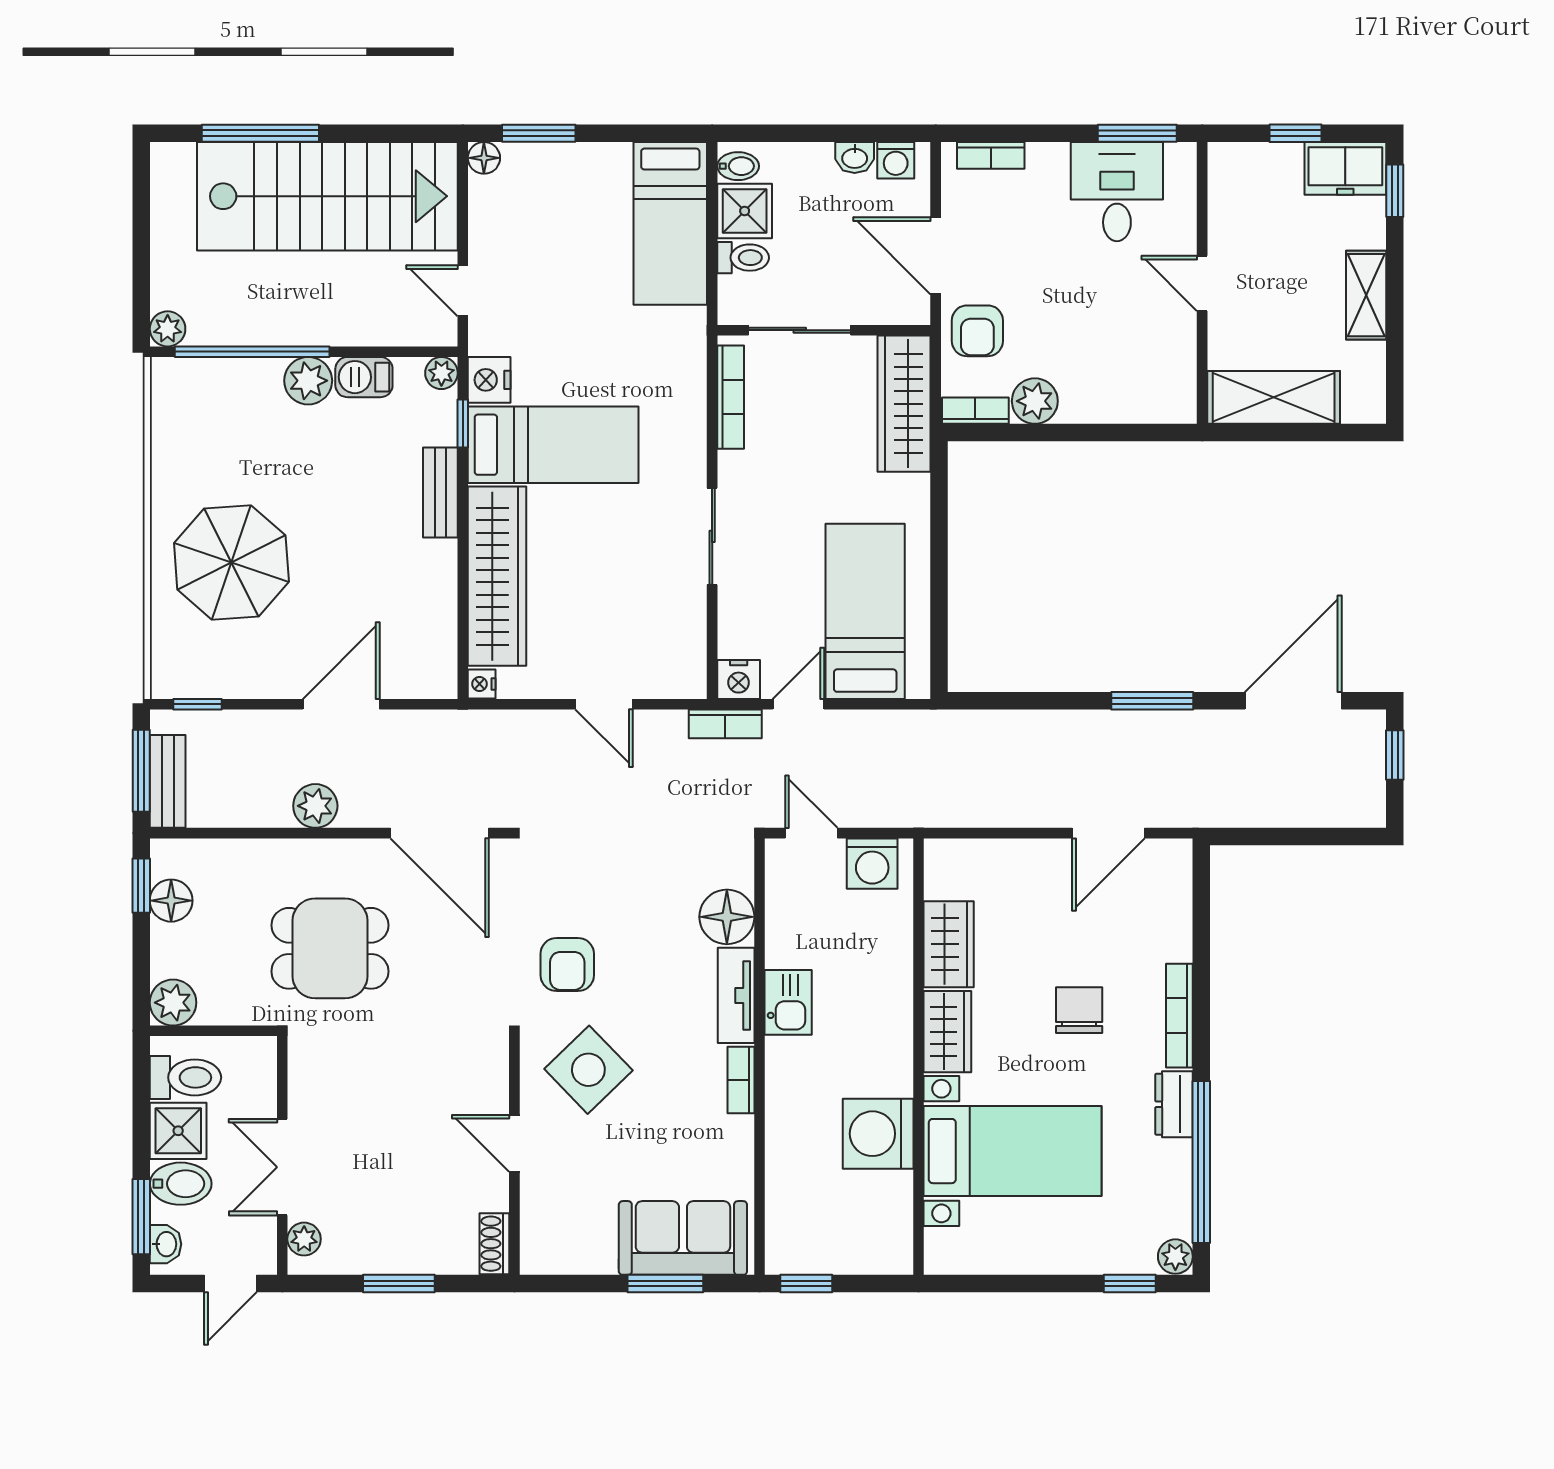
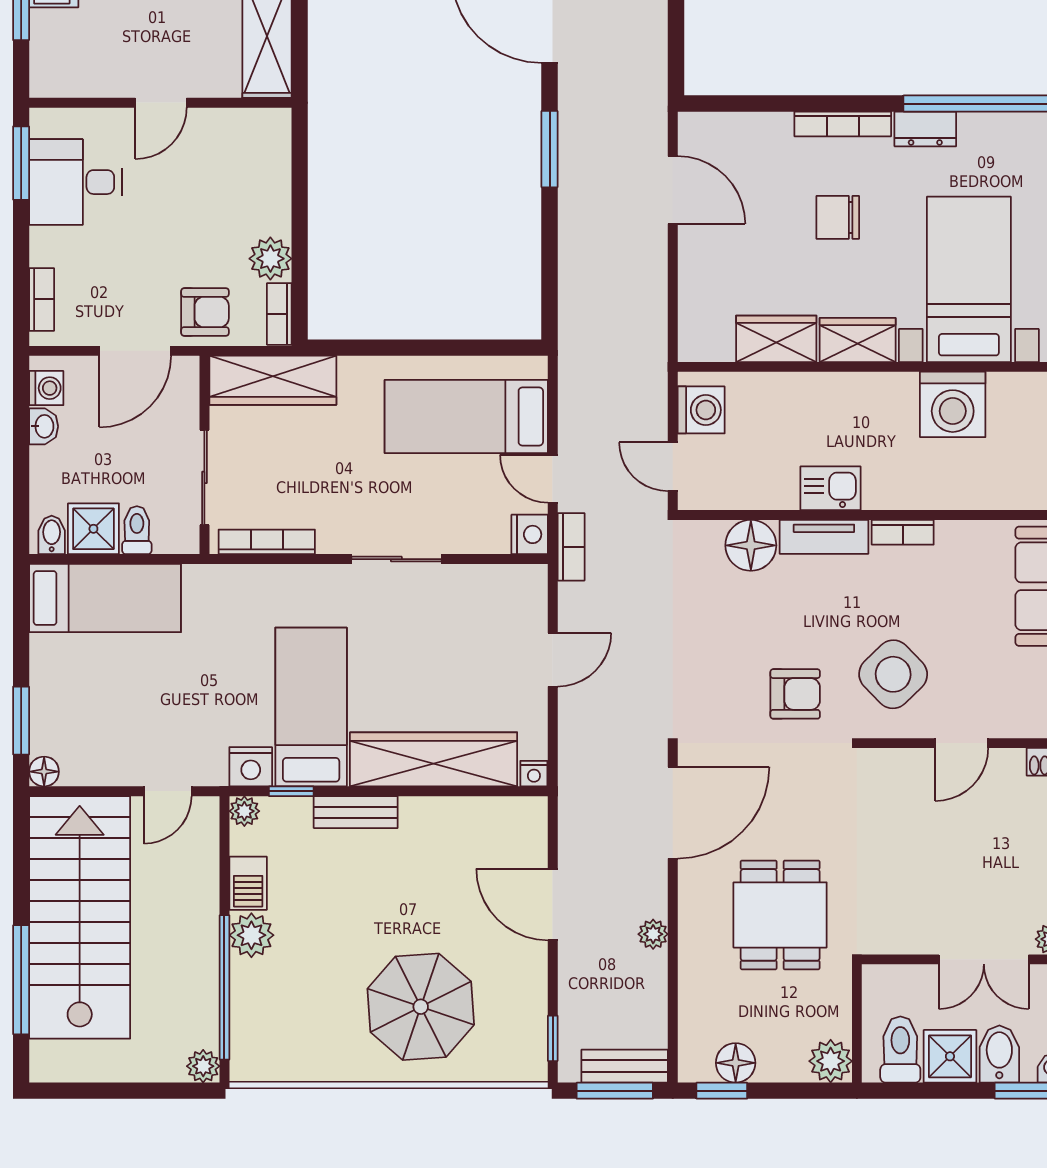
plant: (315, 806) -> (653, 934), width x0.73, depth x0.73
door: (811, 833) -> (673, 467), hinge flipped

